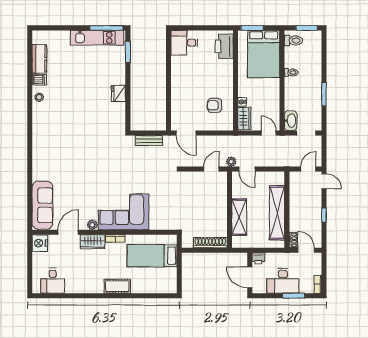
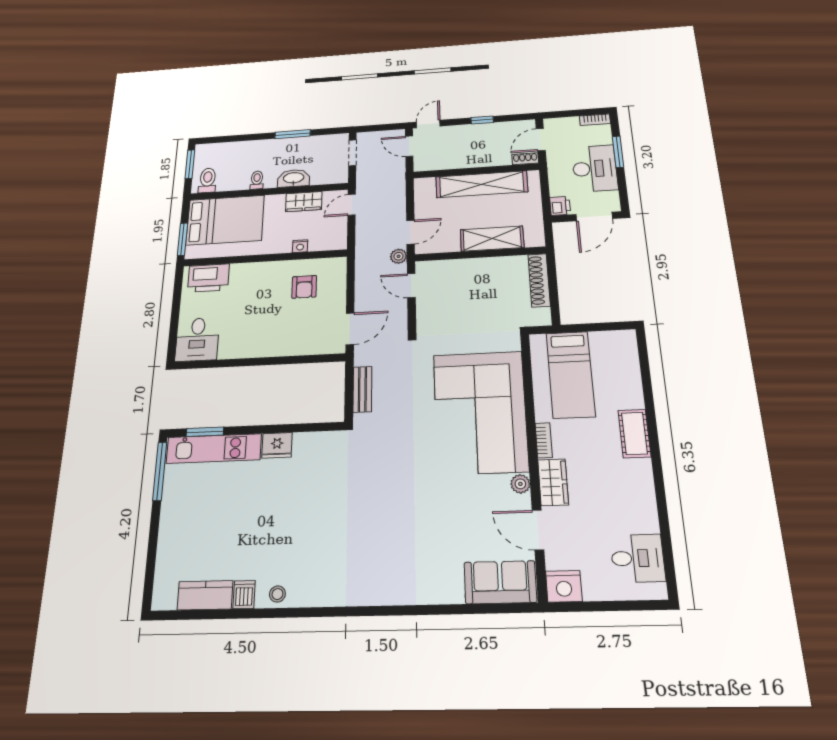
kitchen unit: (97, 38) -> (214, 449), moved, turned 90
wardrobe: (244, 119) -> (304, 202), moved, turned 180
washbasin: (291, 121) -> (294, 178), moved
sofa: (42, 205) -> (500, 582), width x0.73
corner sofa: (124, 212) -> (480, 412), width x1.36, depth x1.36

